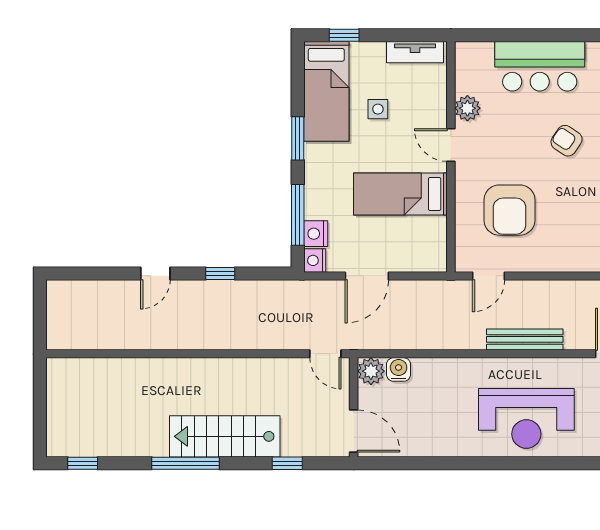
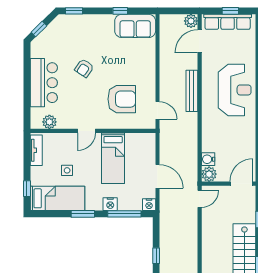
plant: (467, 108) -> (49, 122), moved
nightstand: (316, 234) -> (110, 204), moved

